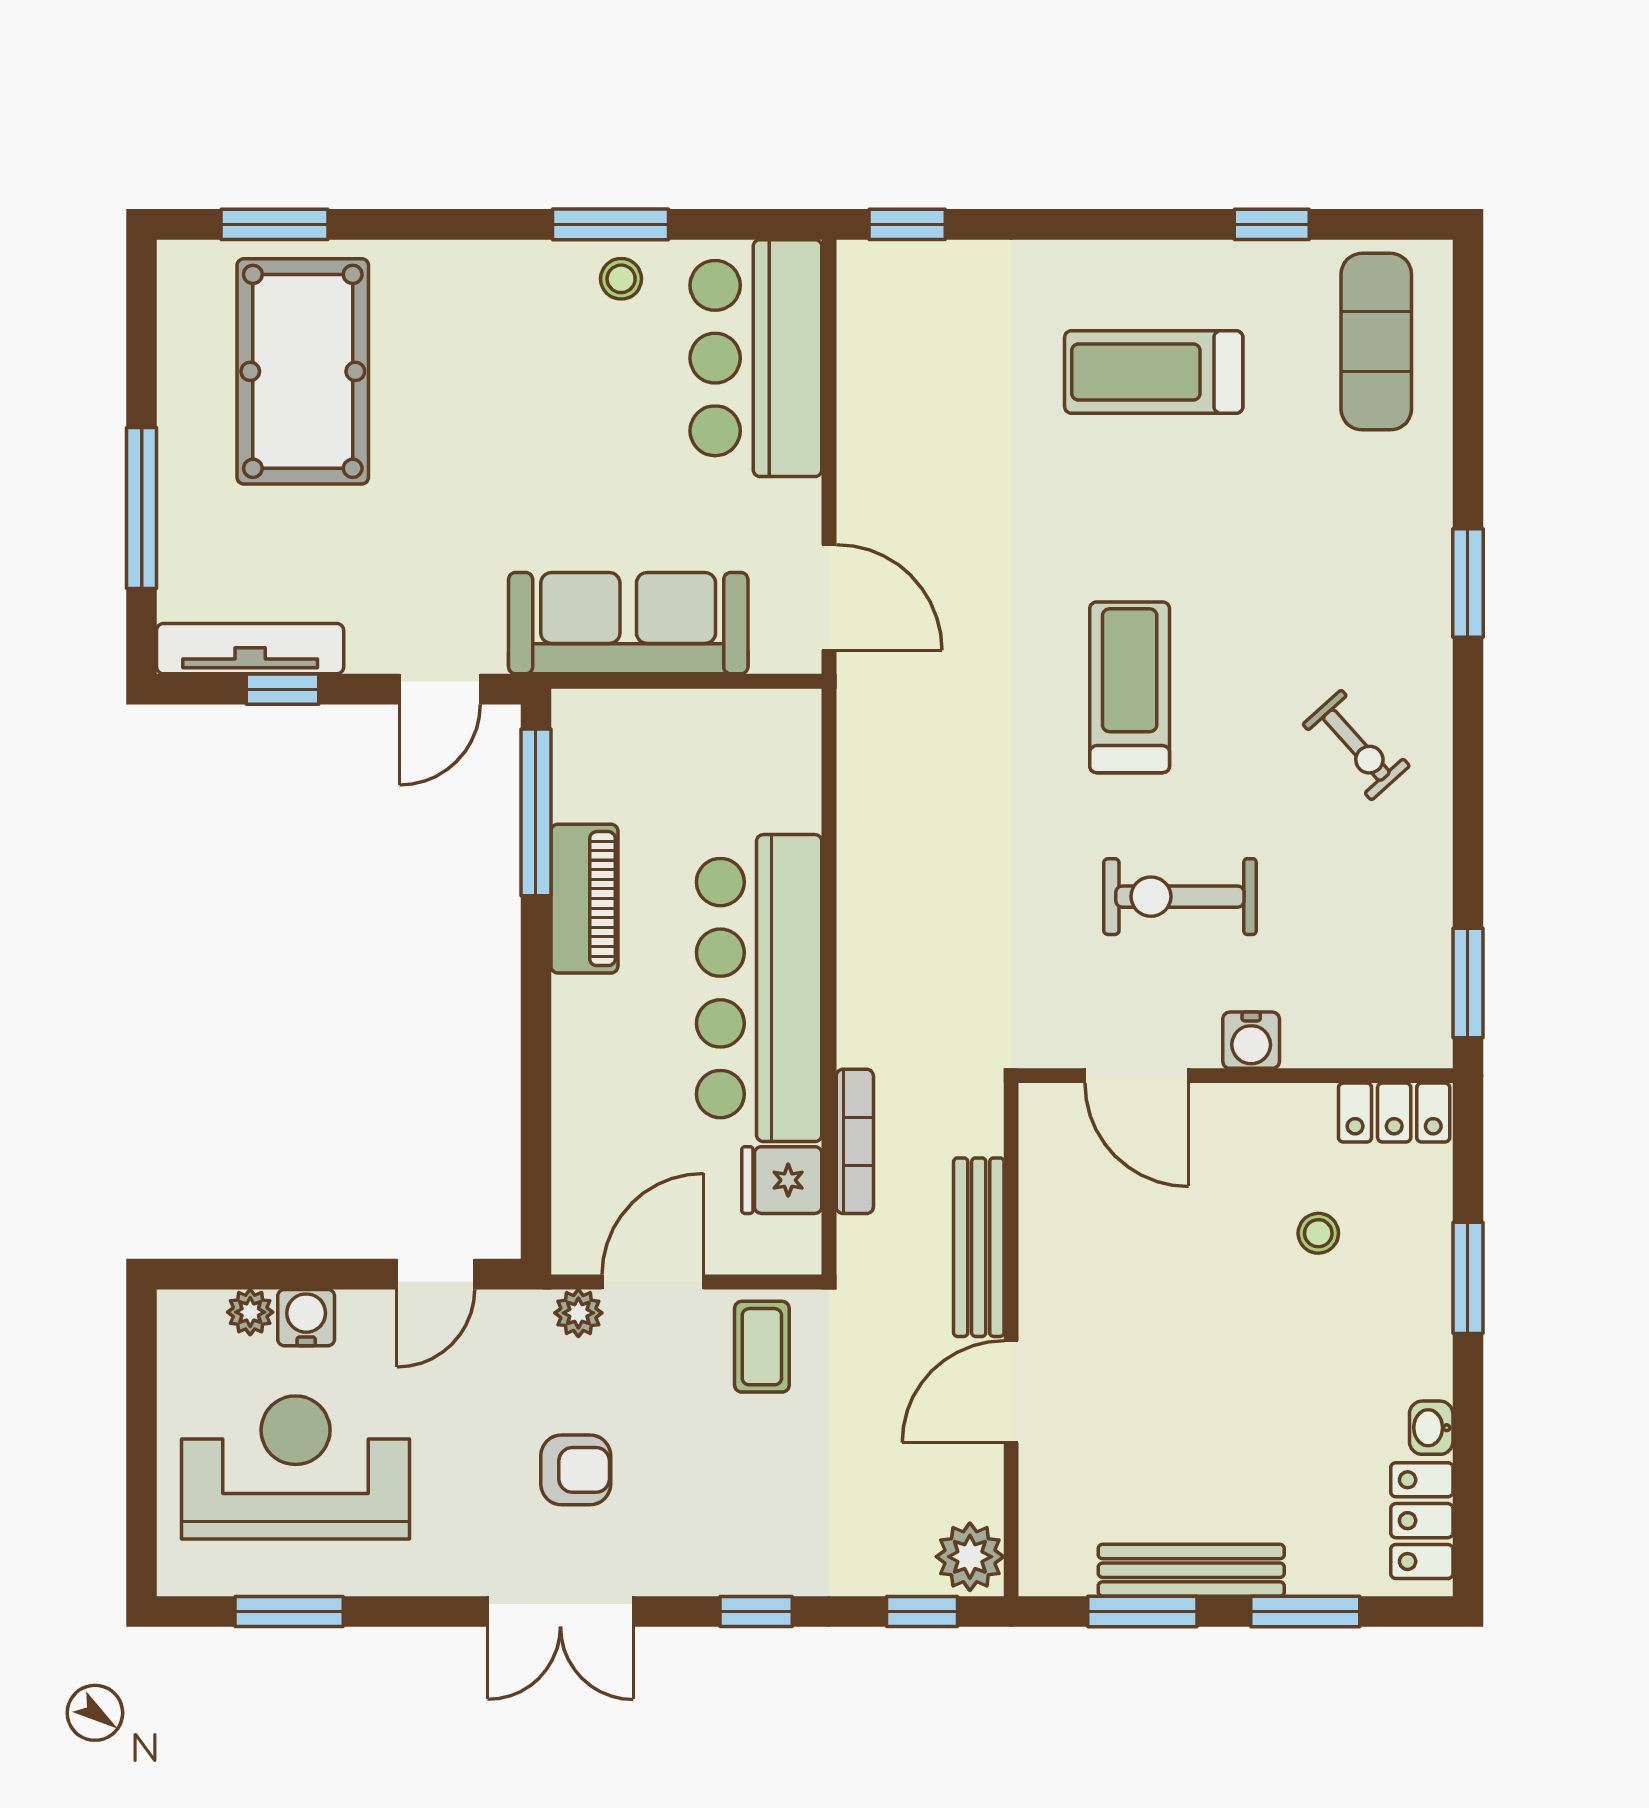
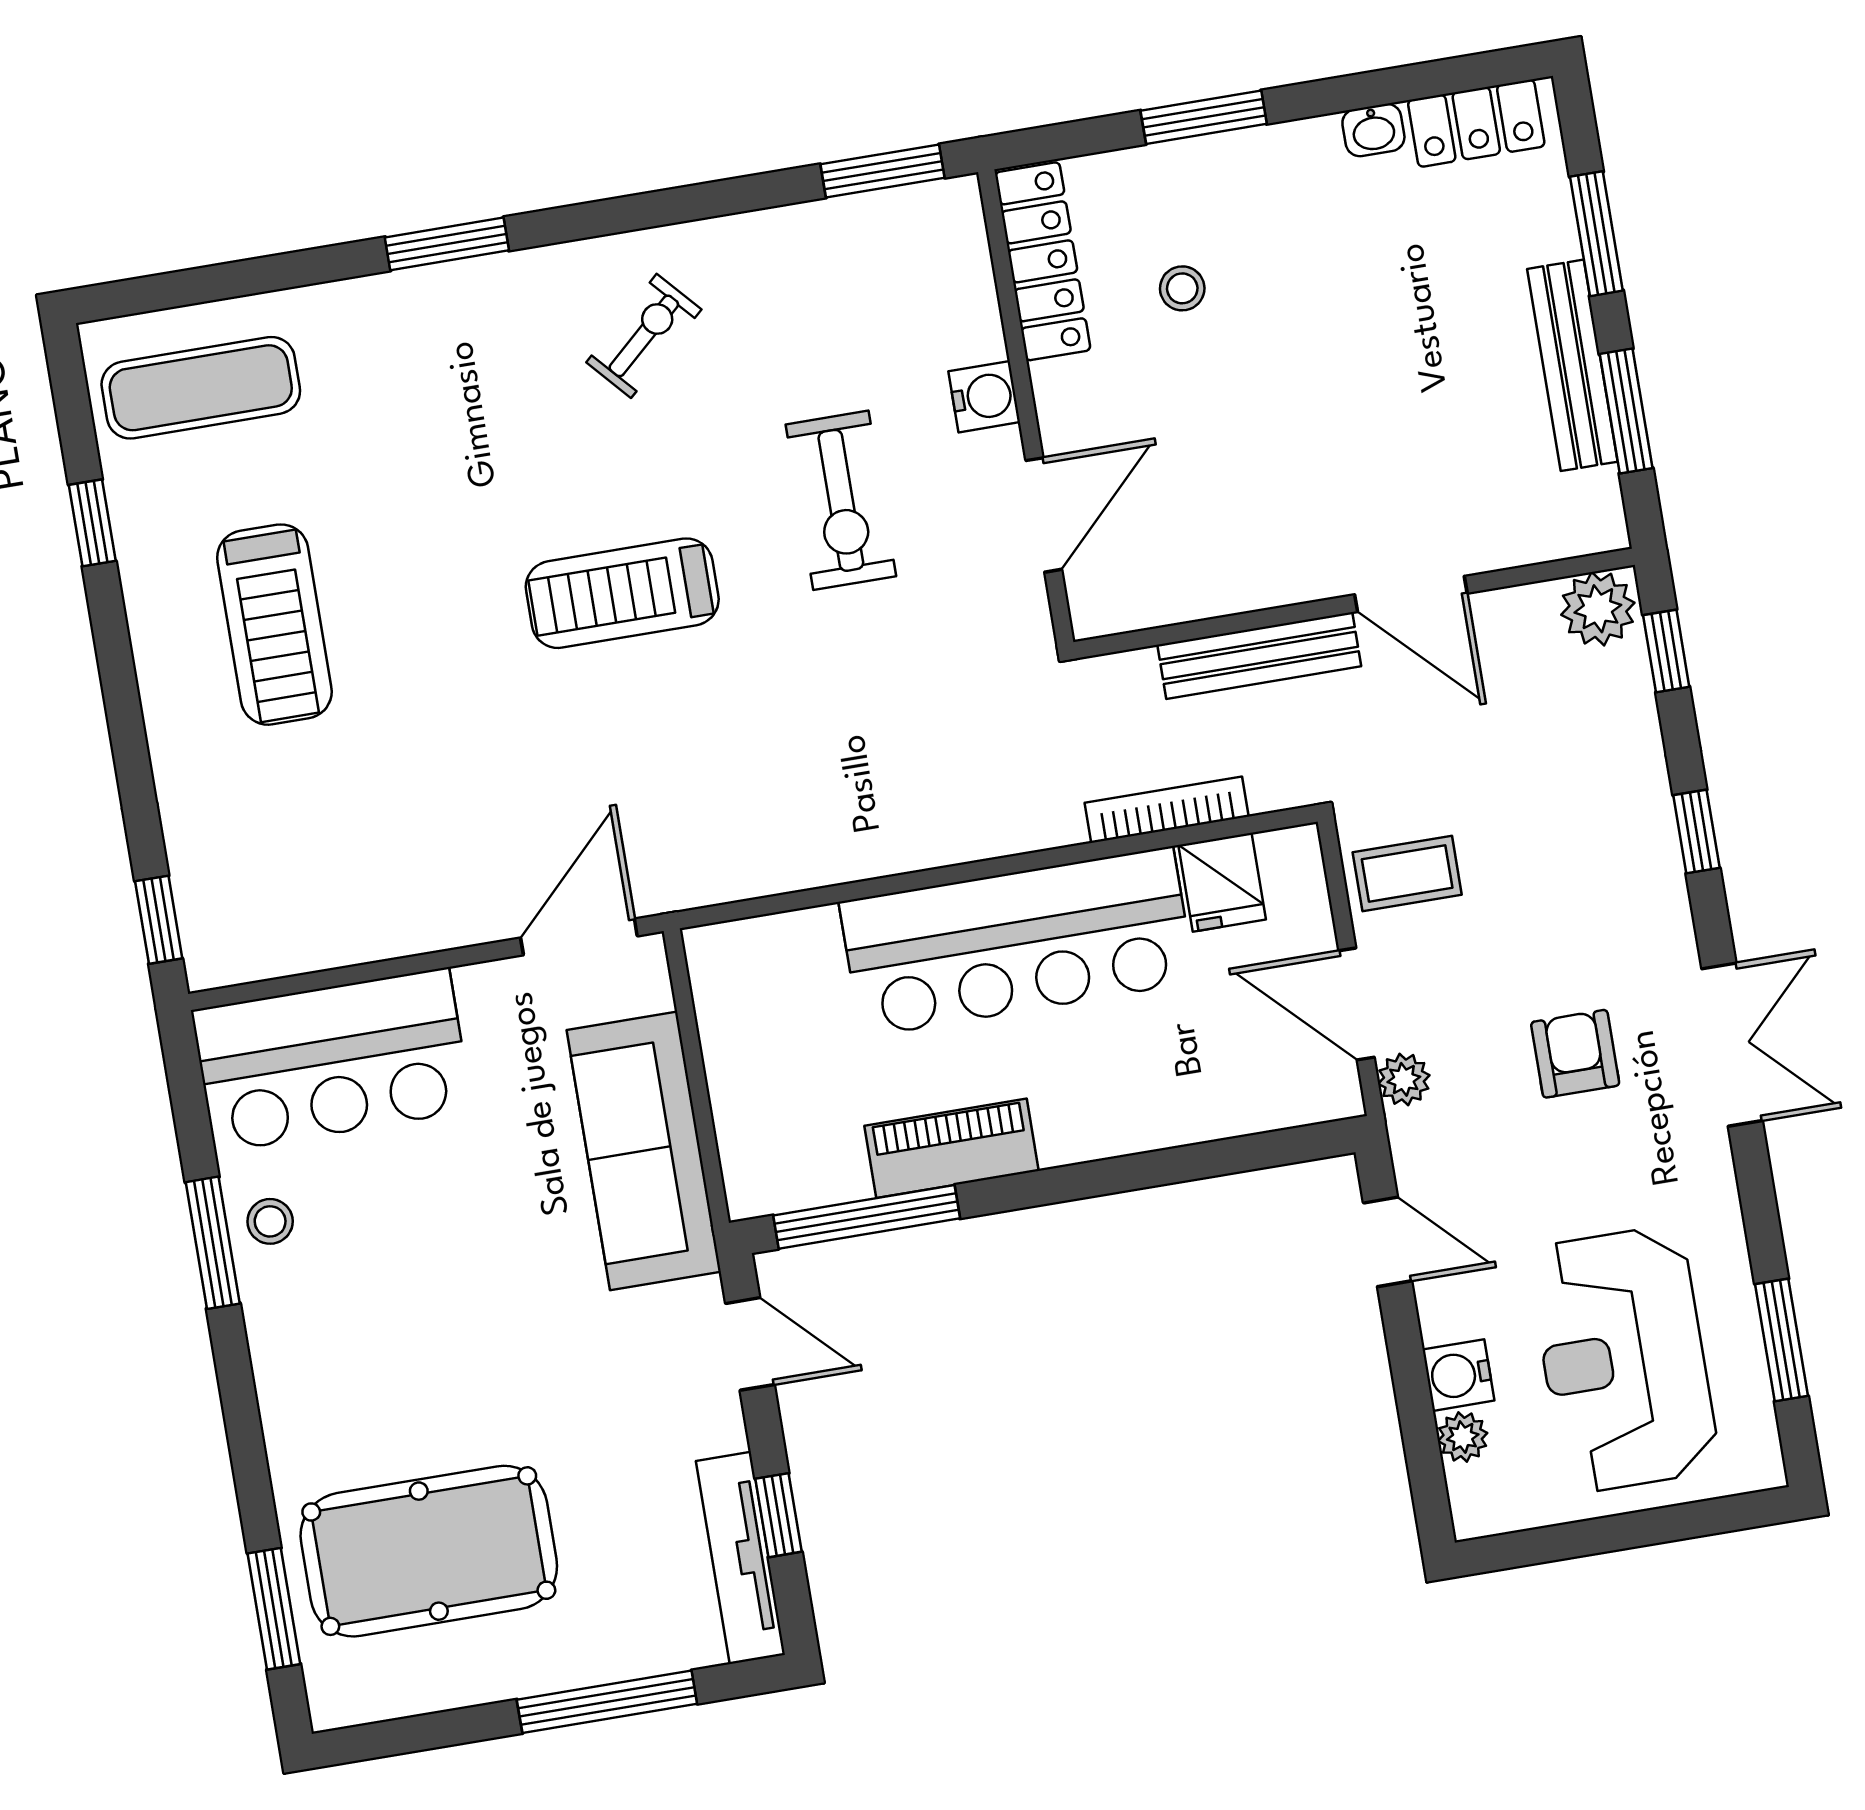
locker: (1394, 1113) -> (1043, 261), width x1.53

